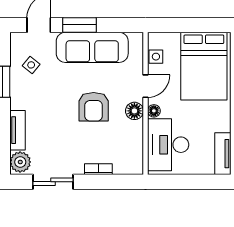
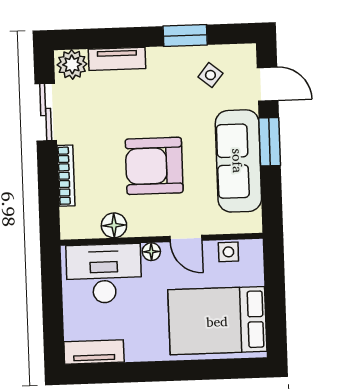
armchair: (94, 107) -> (154, 166), width x1.36, depth x1.36
floor lamp: (134, 111) -> (114, 225), moved
bookcase: (98, 169) -> (66, 176), width x1.56

